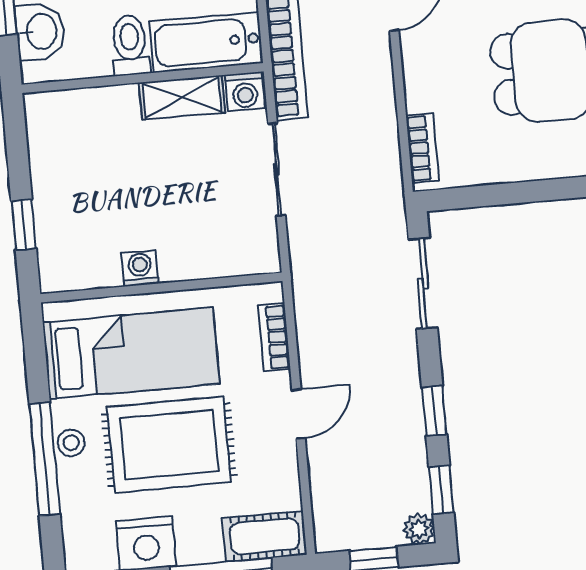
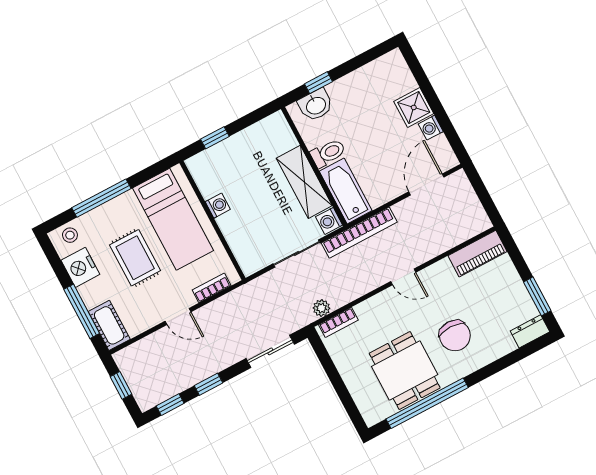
shelving: (182, 97) -> (304, 182), width x1.50, depth x1.33
stool: (71, 443) -> (70, 235), moved
rug: (169, 445) -> (135, 258), width x0.73, depth x0.70
plant: (419, 529) -> (322, 308), moved

